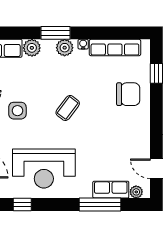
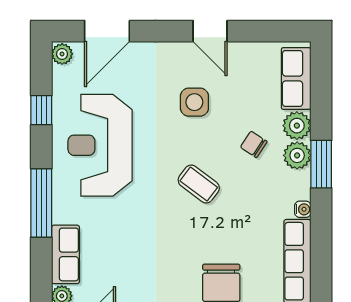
plant: (65, 48) -> (297, 155), moved
chair: (43, 74) -> (254, 144), added
window: (100, 204) -> (41, 203), moved

